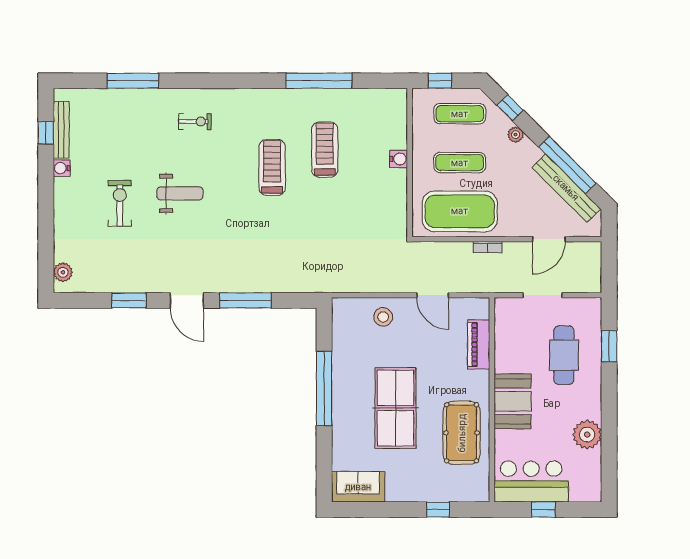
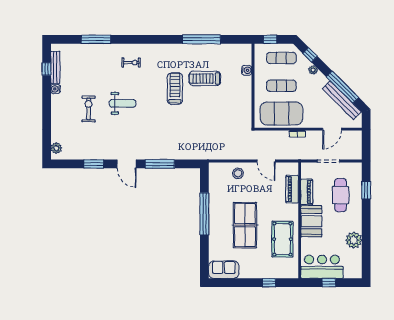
treadmill: (325, 150) -> (205, 78), turned -90
water cooler: (399, 159) -> (247, 70), moved
piano: (504, 350) -> (307, 192), added

